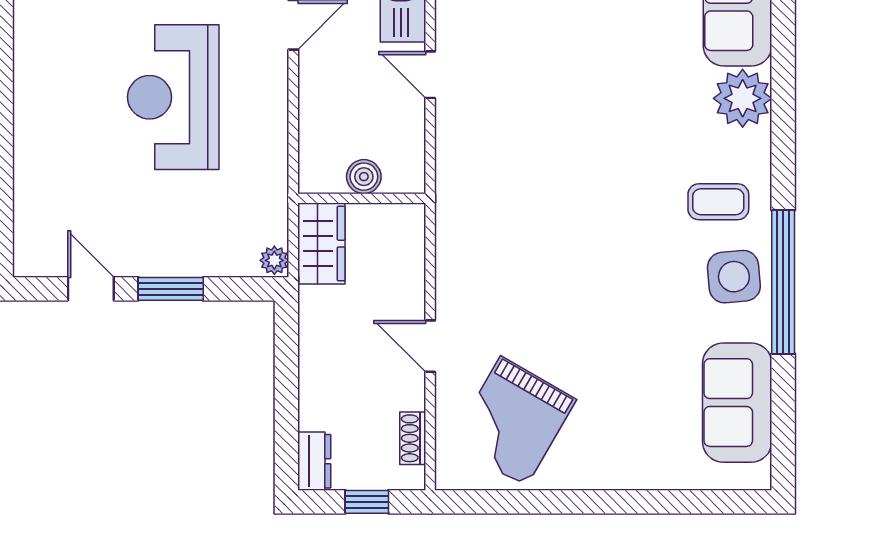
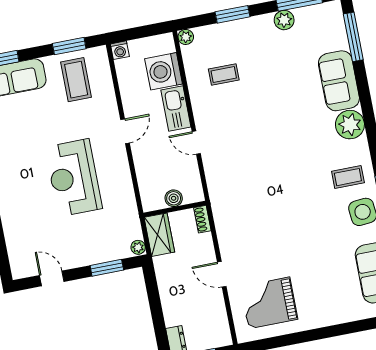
window: (171, 289) -> (107, 268), moved
grand piano: (513, 421) -> (269, 303), turned 60
shoe rack: (413, 438) -> (202, 219), moved

